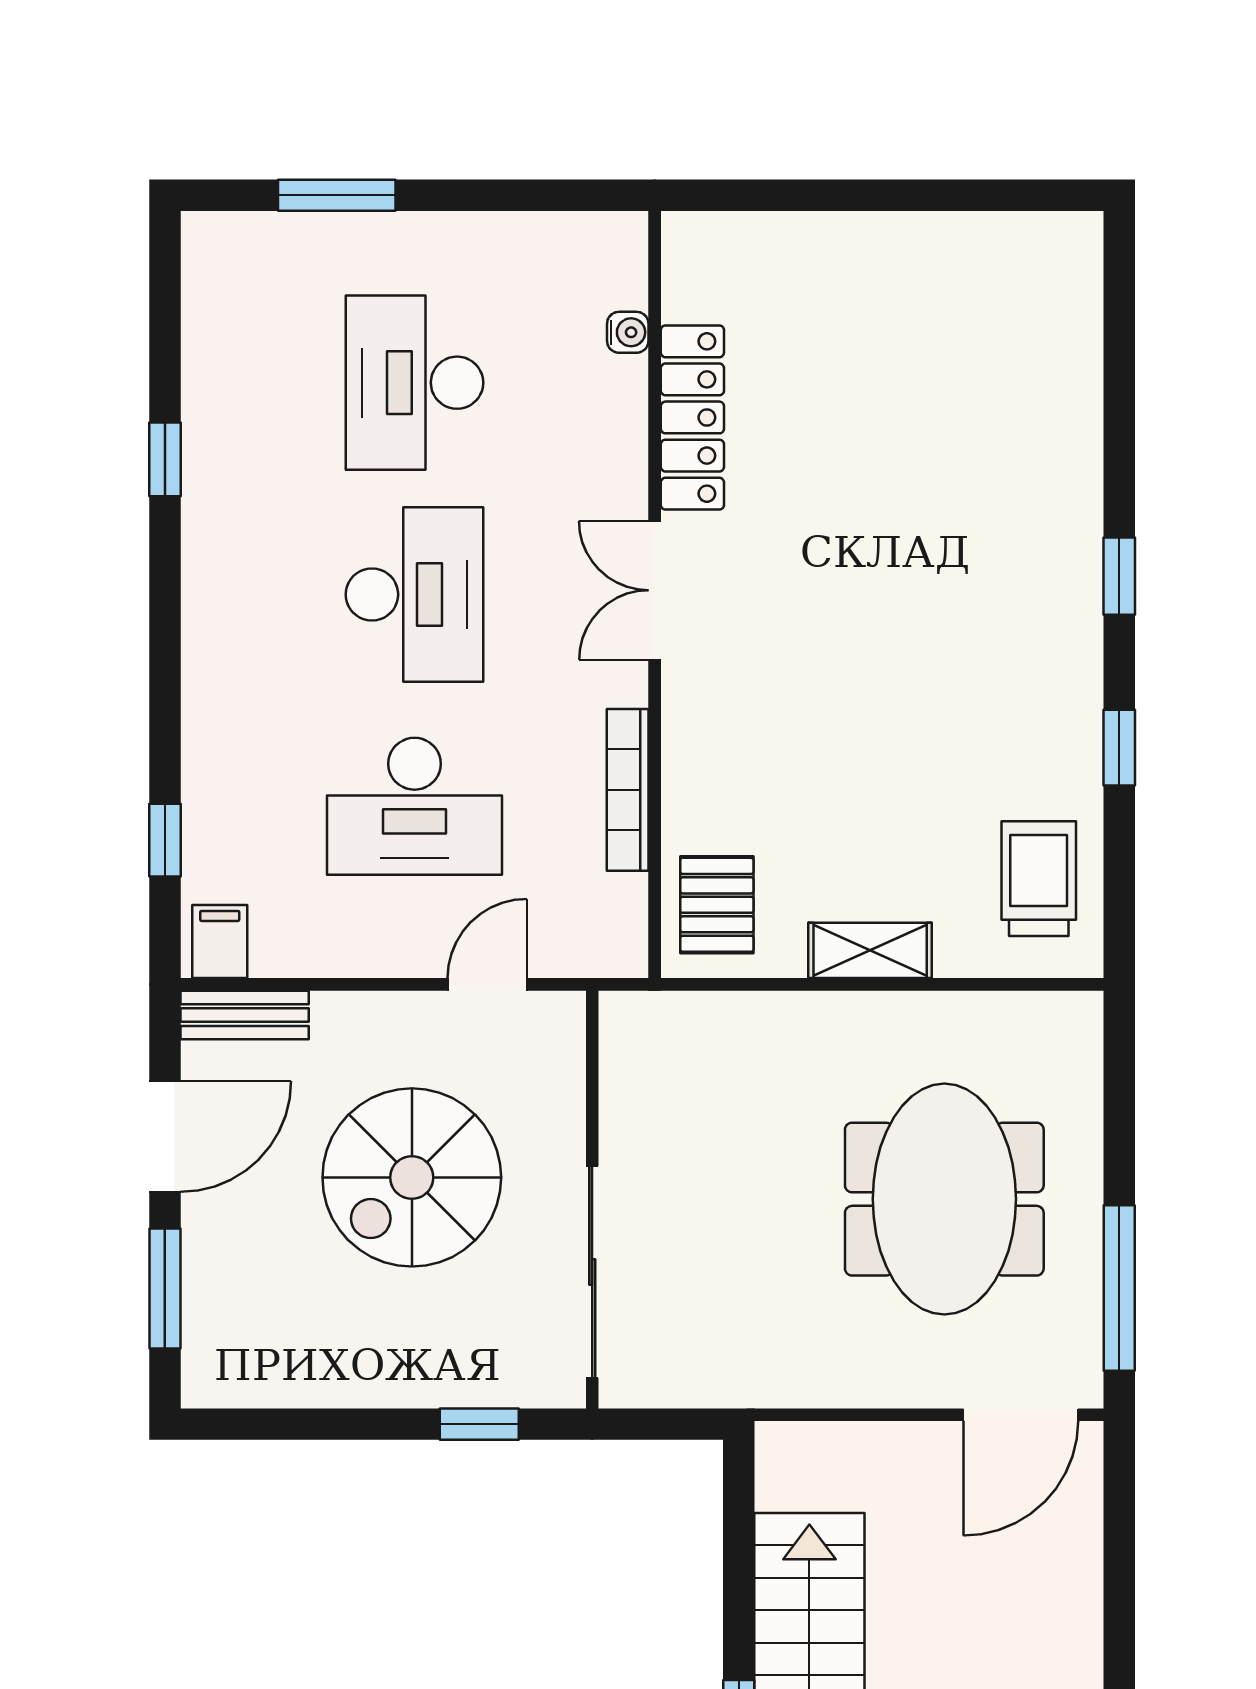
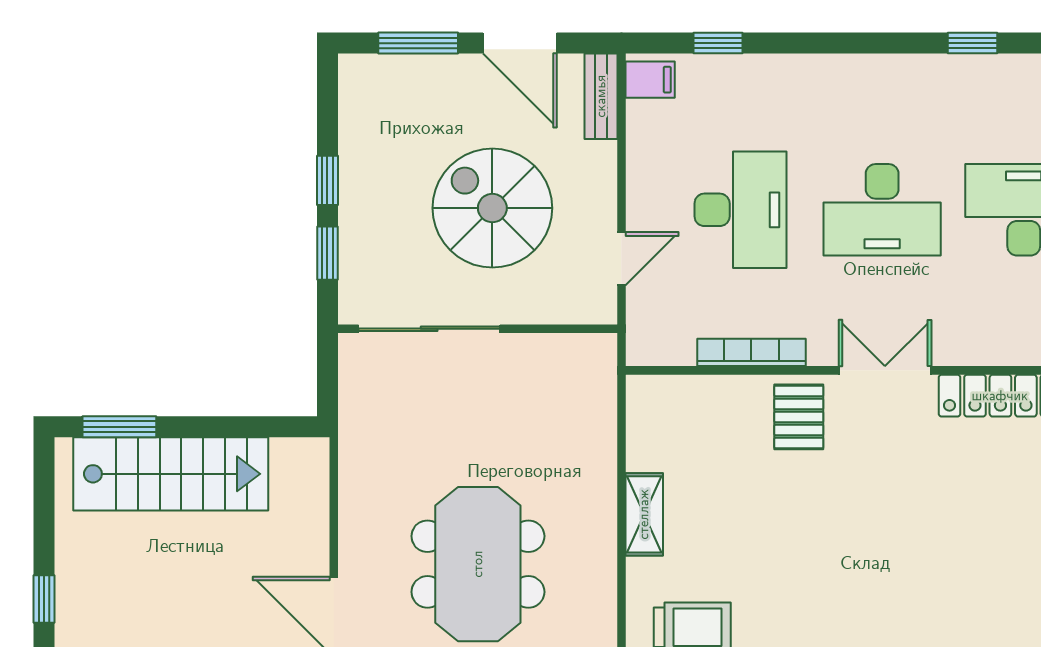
desk: (414, 806) -> (741, 210), turned 180
pallet: (717, 905) -> (799, 417), moved, turned 90
door: (487, 984) -> (621, 259), hinge flipped
meeting table: (944, 1199) -> (478, 564), turned 90
window: (370, 1424) -> (327, 180), added

